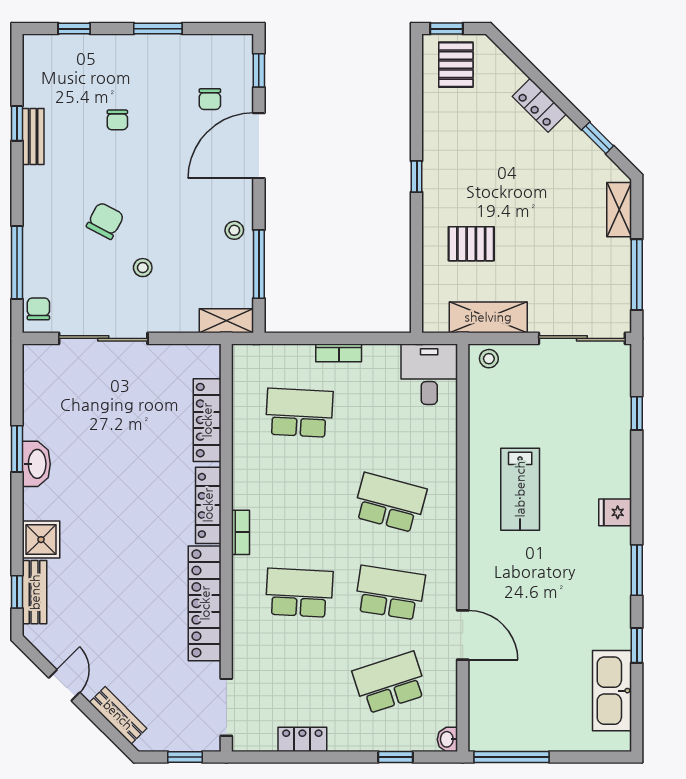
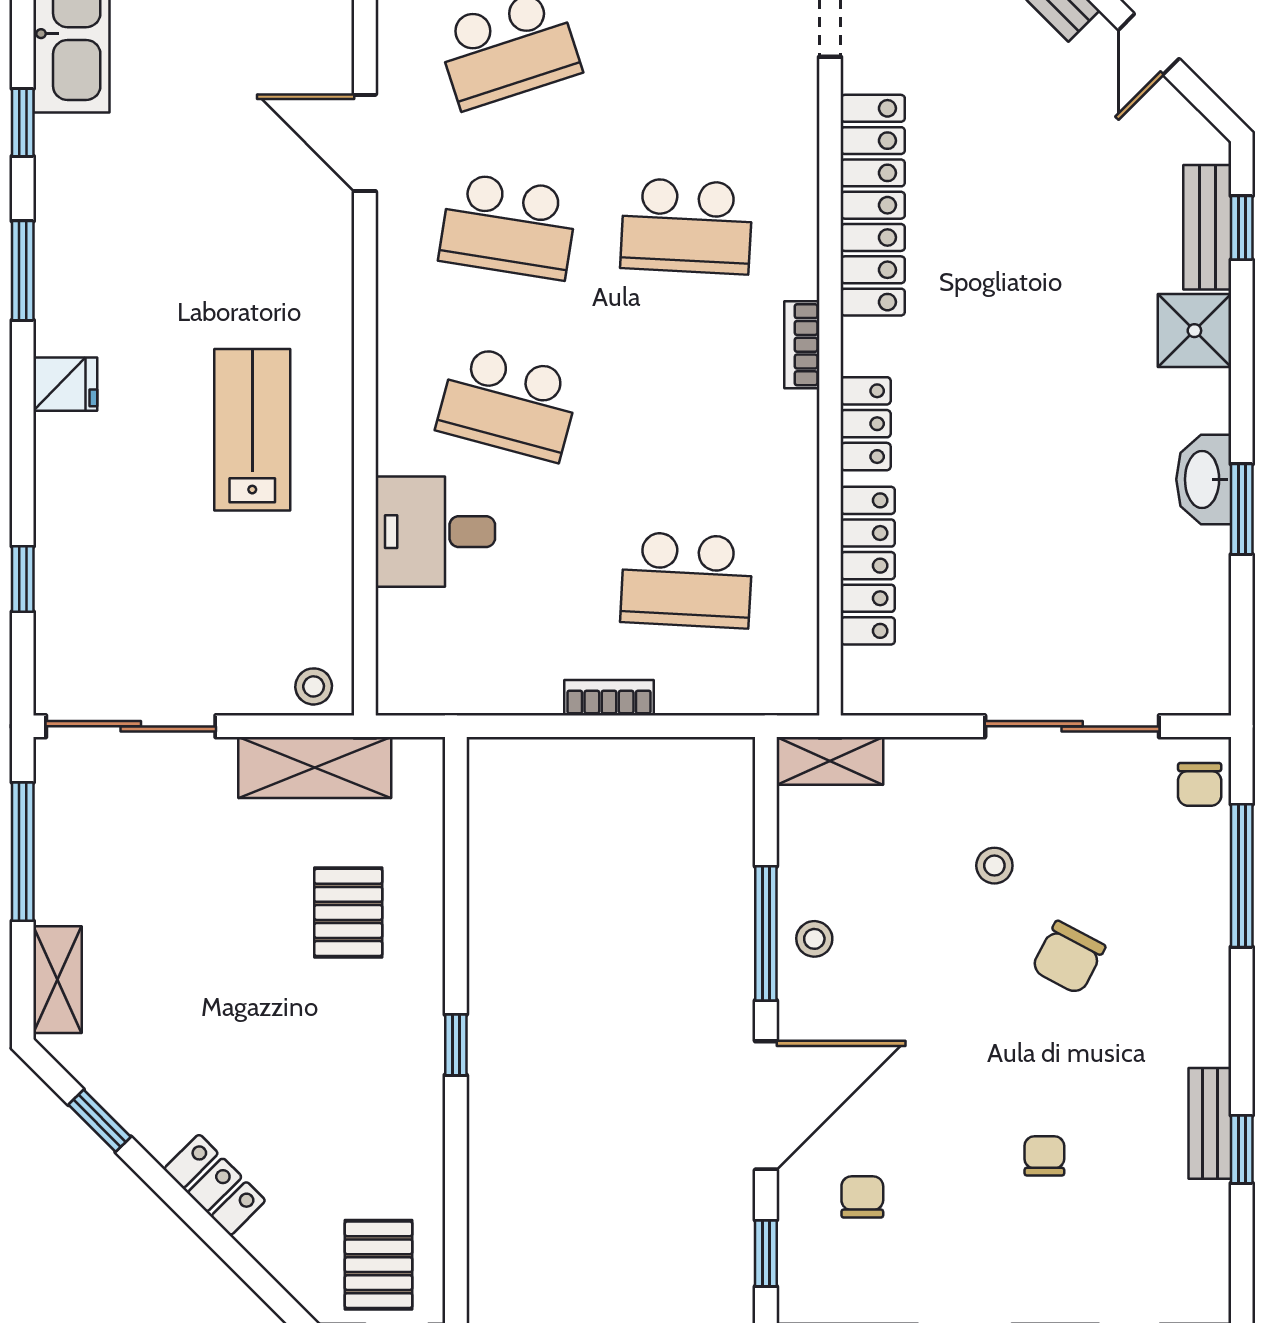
pallet: (471, 244) -> (348, 912), turned 90
window: (259, 264) -> (766, 933), moved
desk: (429, 374) -> (435, 532), moved, turned 90
locker: (208, 505) -> (866, 424), width x0.66

